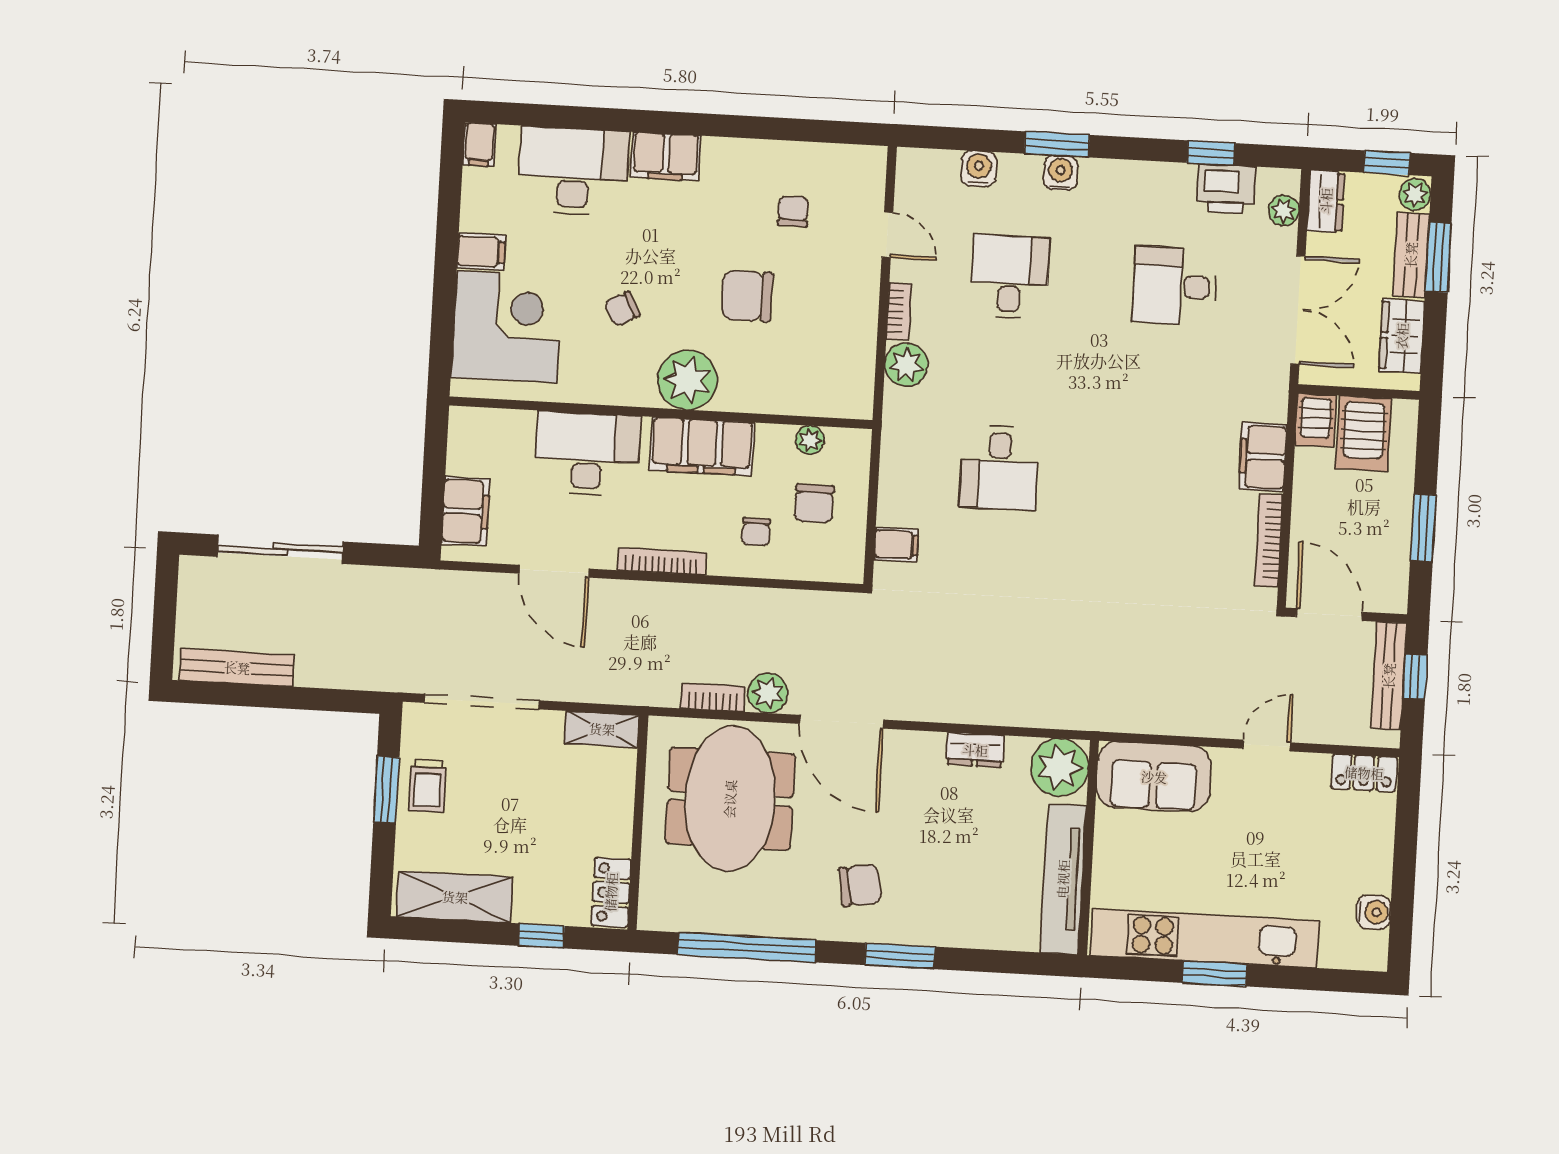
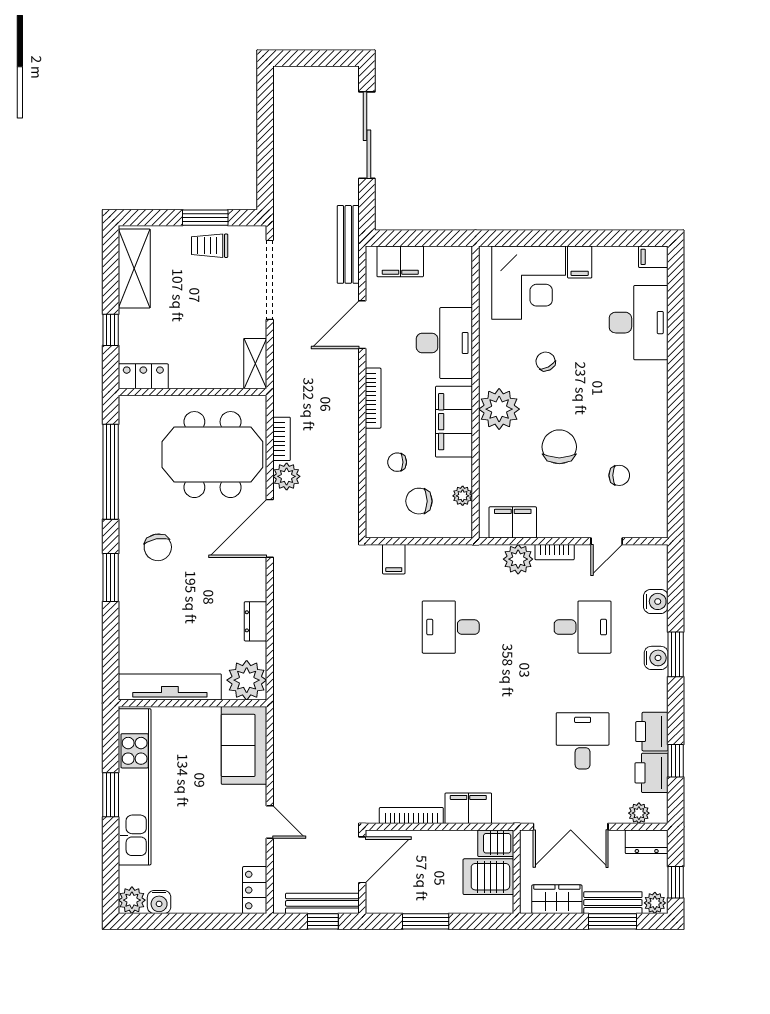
filing cabinet: (666, 156) -> (513, 522), moved, turned 90
printer: (1167, 185) -> (652, 732), added
bench: (237, 668) -> (348, 244), moved
plant: (1369, 951) -> (132, 900), added

